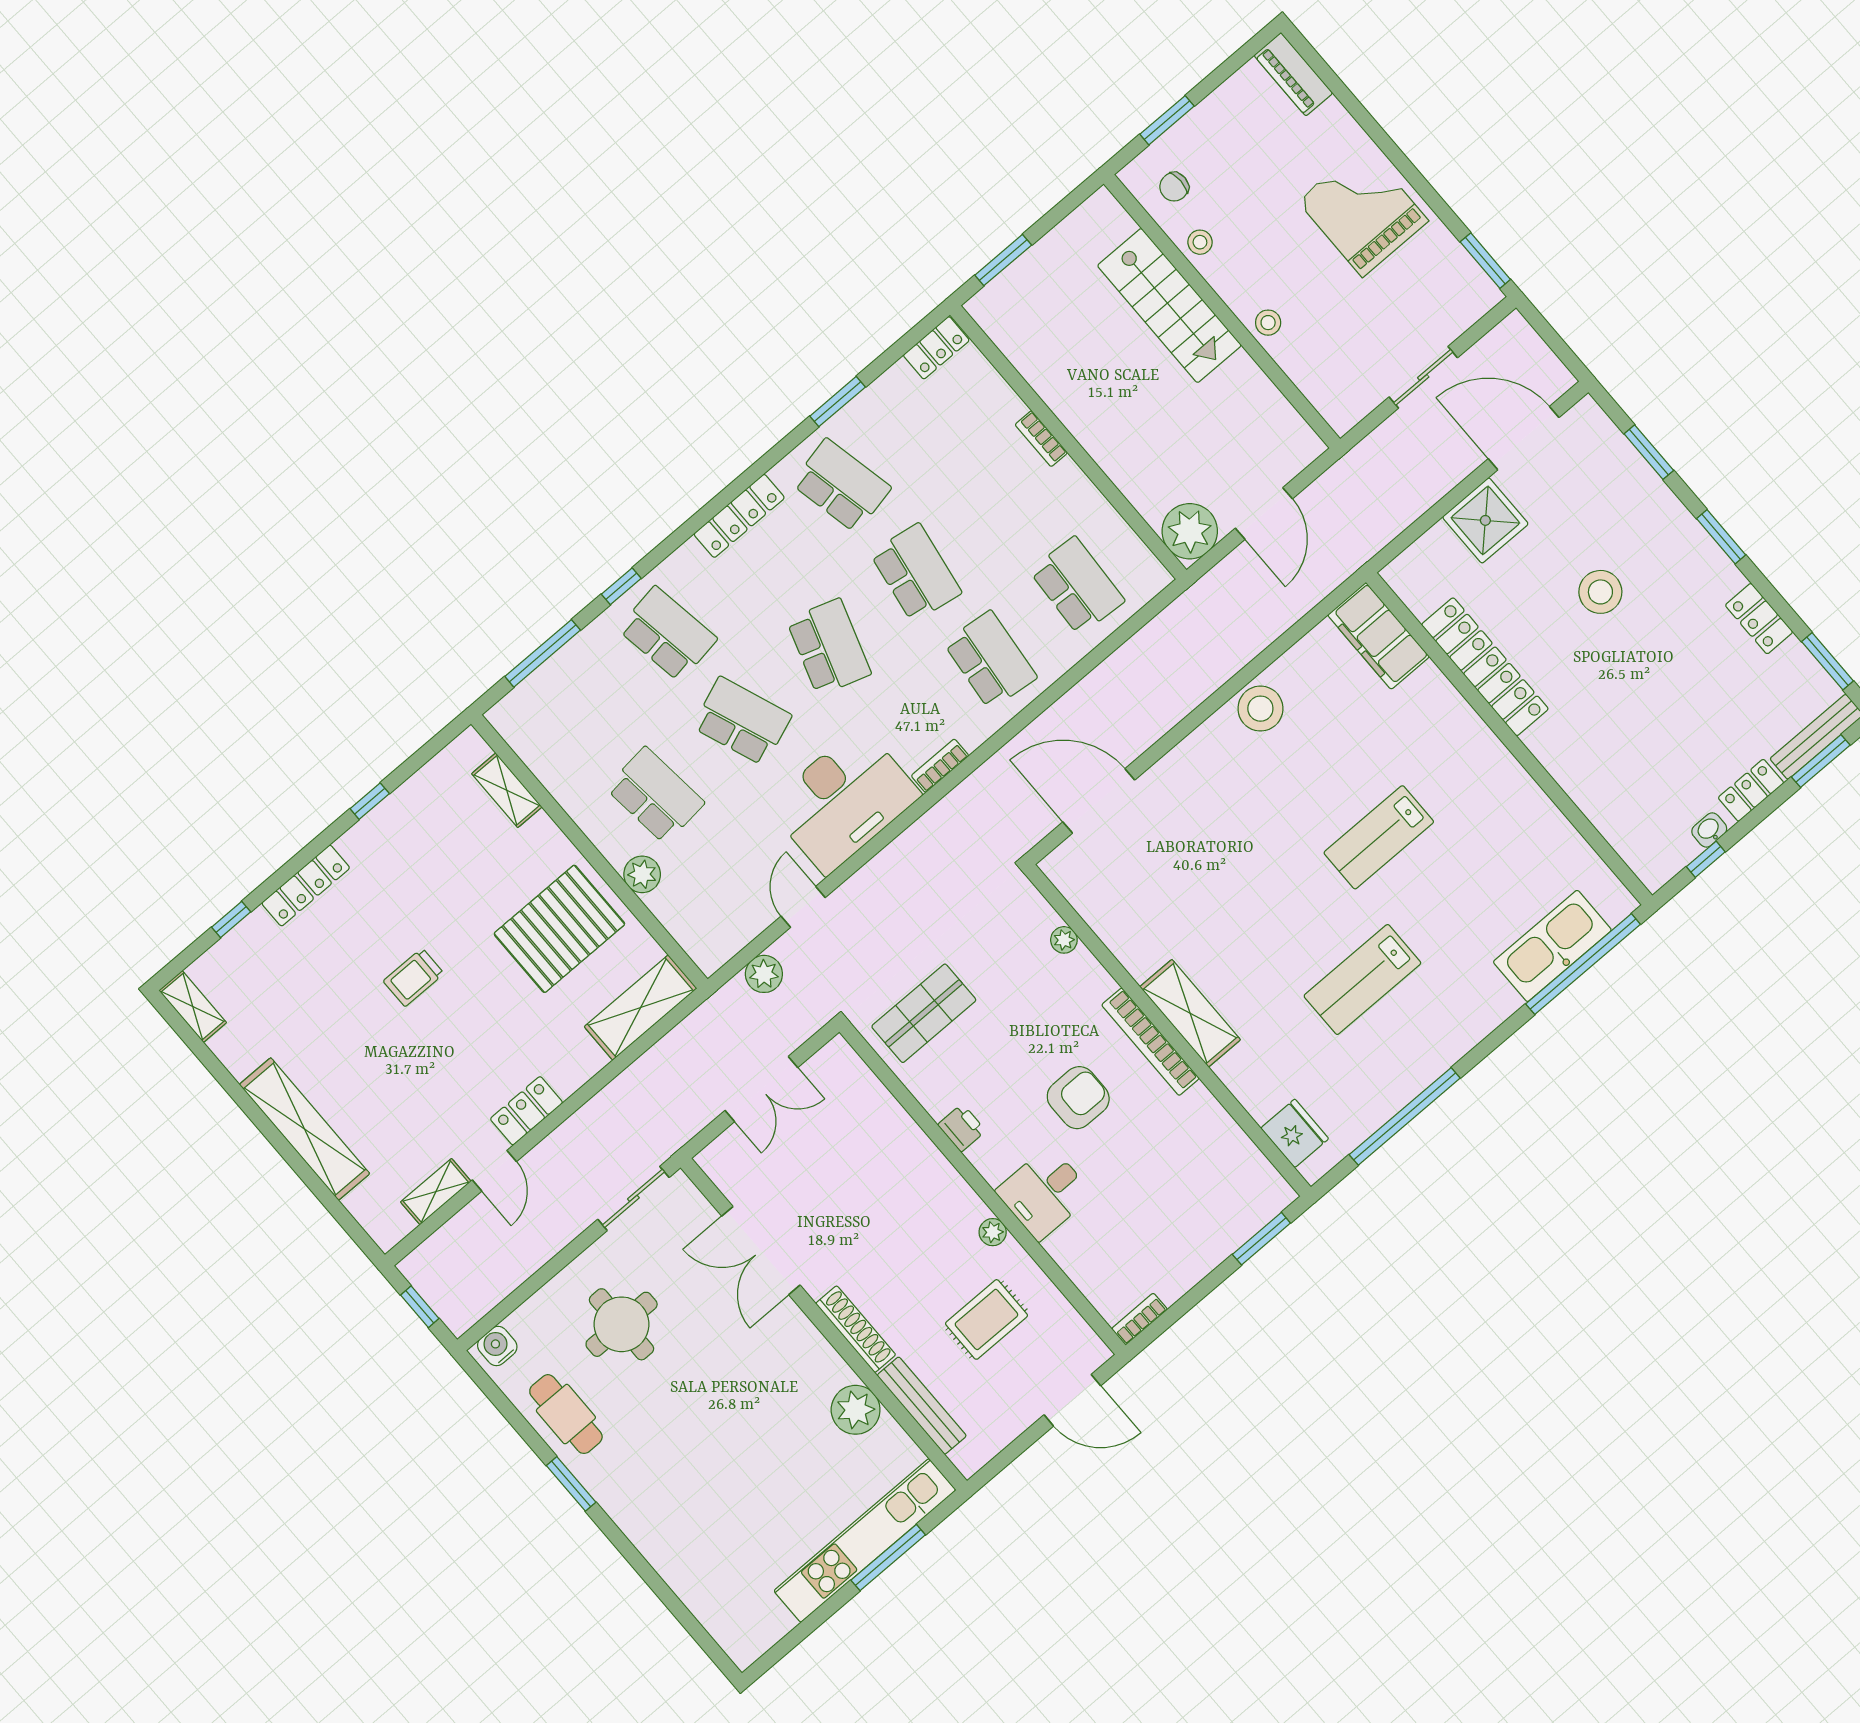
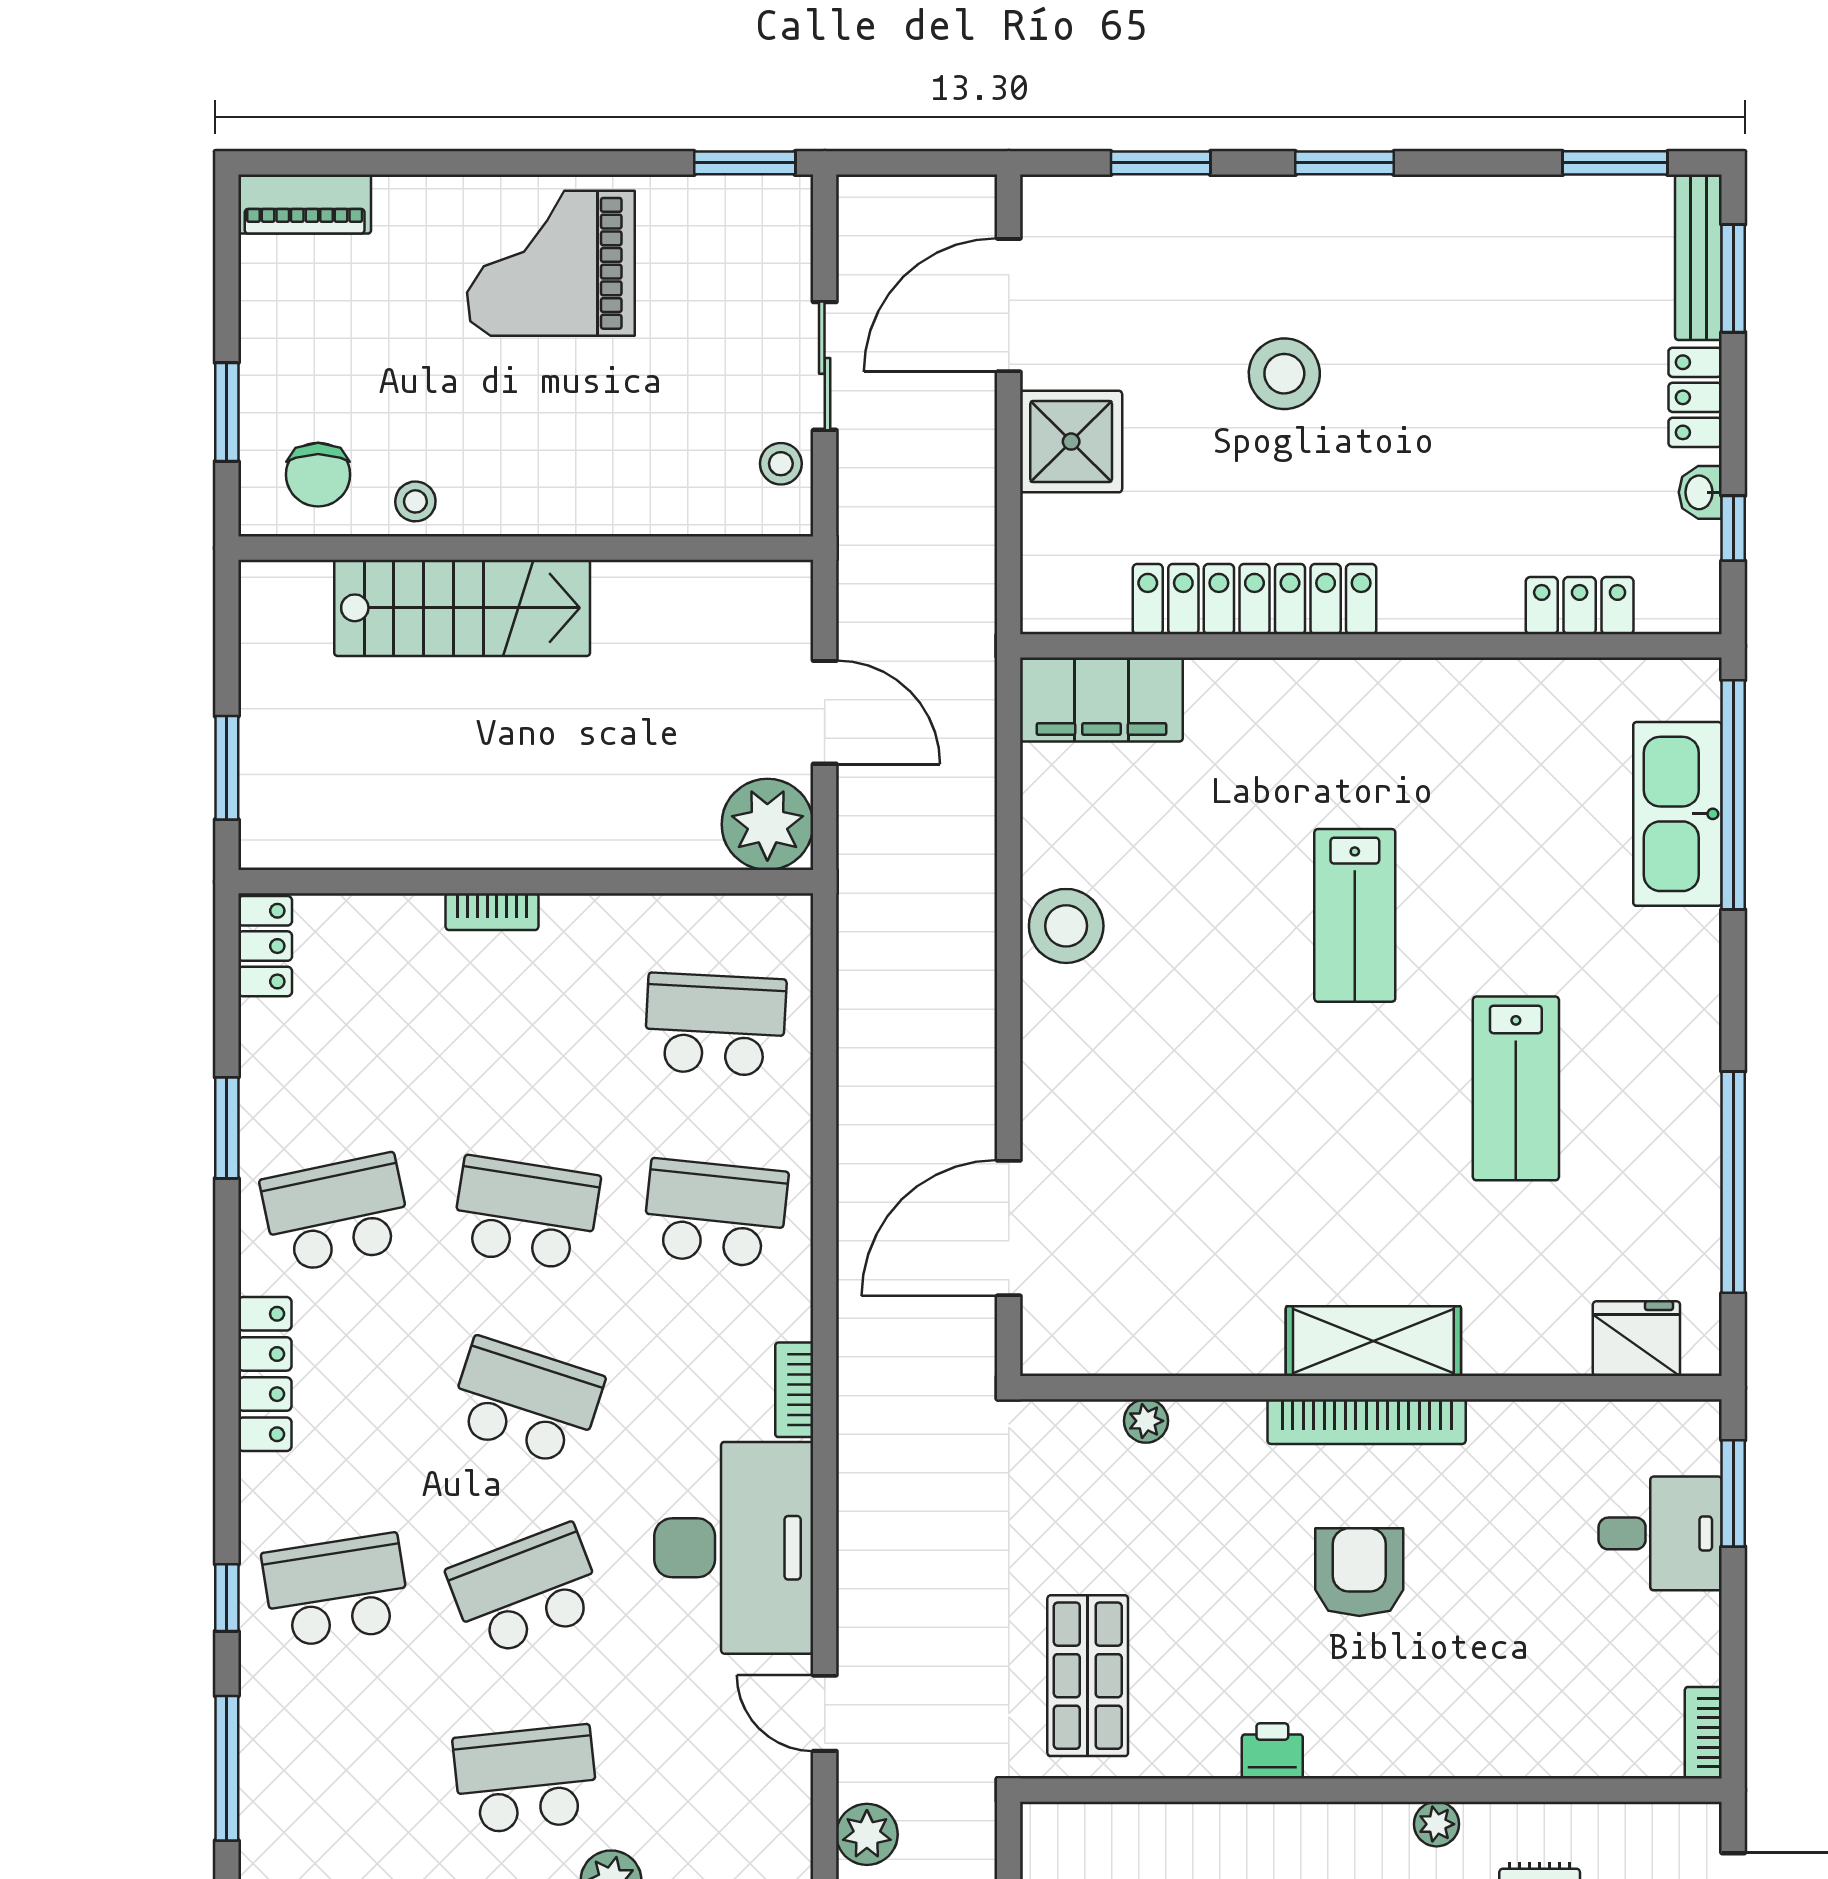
chair: (1174, 187) -> (318, 475), width x1.37, depth x1.37
stool: (1268, 323) -> (781, 464), moved
locker: (1759, 619) -> (1580, 606), moved, turned 180
desk: (1044, 1193) -> (1660, 1533), moved, turned -90

